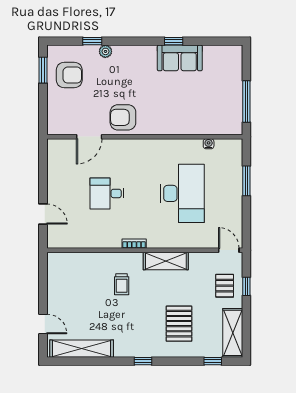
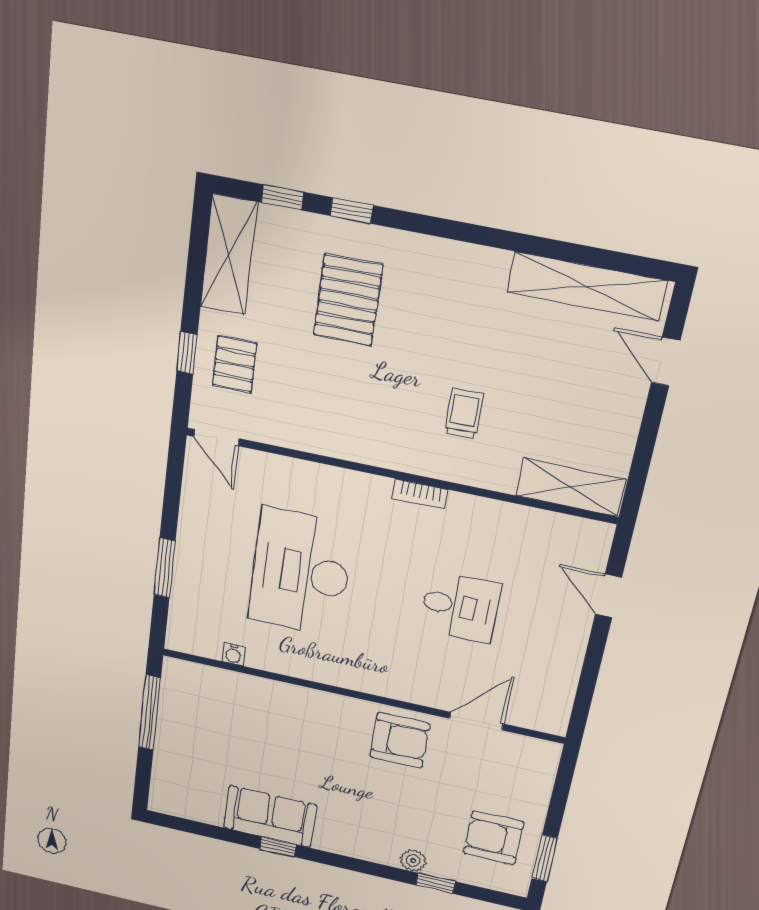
shelving: (166, 261) -> (571, 487), moved
window: (143, 361) -> (352, 211), moved

